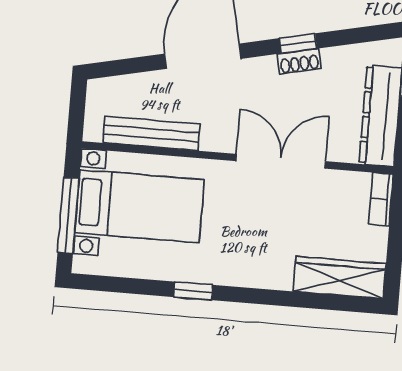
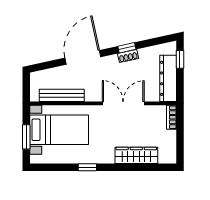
window: (68, 215) -> (26, 137), width x0.69
wardrobe: (340, 278) -> (136, 155), moved

